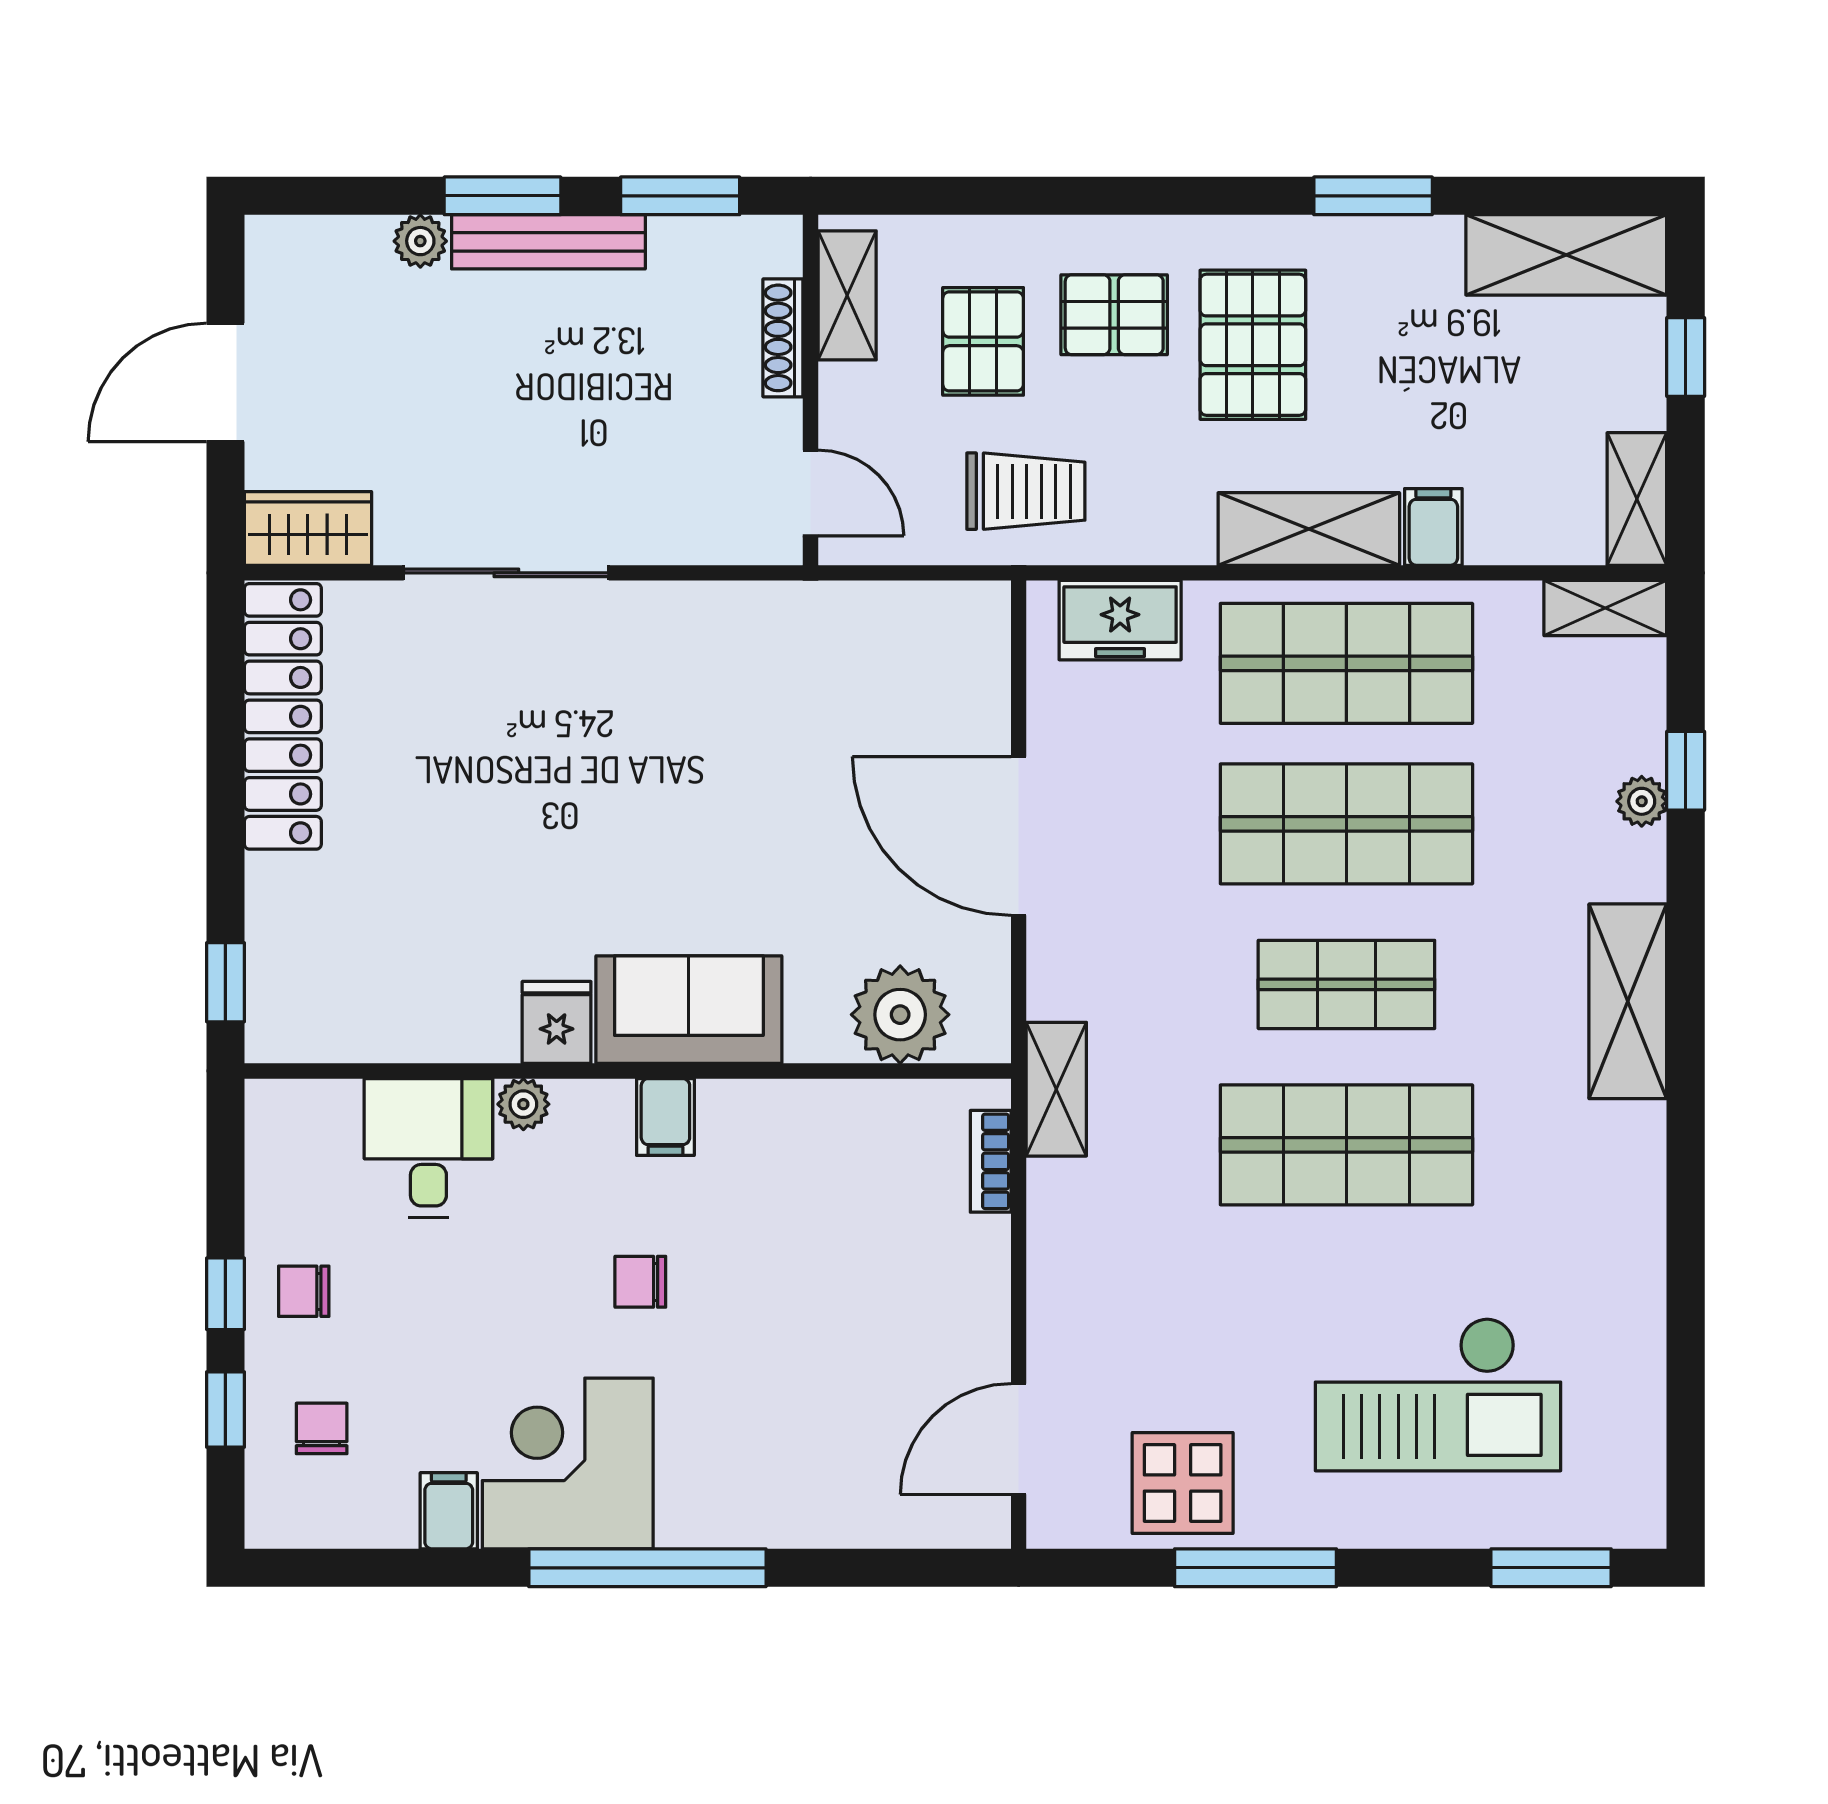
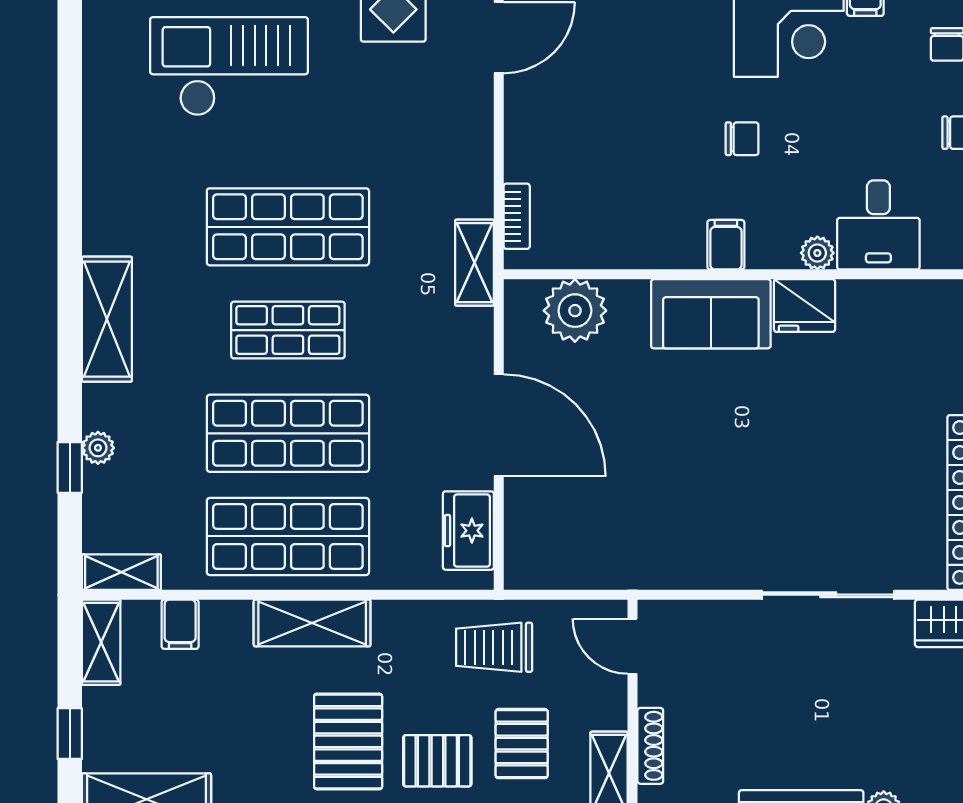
filing cabinet: (1433, 527) -> (180, 624), moved
freezer: (1120, 620) -> (468, 531), moved, turned -90
fridge: (557, 1022) -> (805, 306), width x1.38

